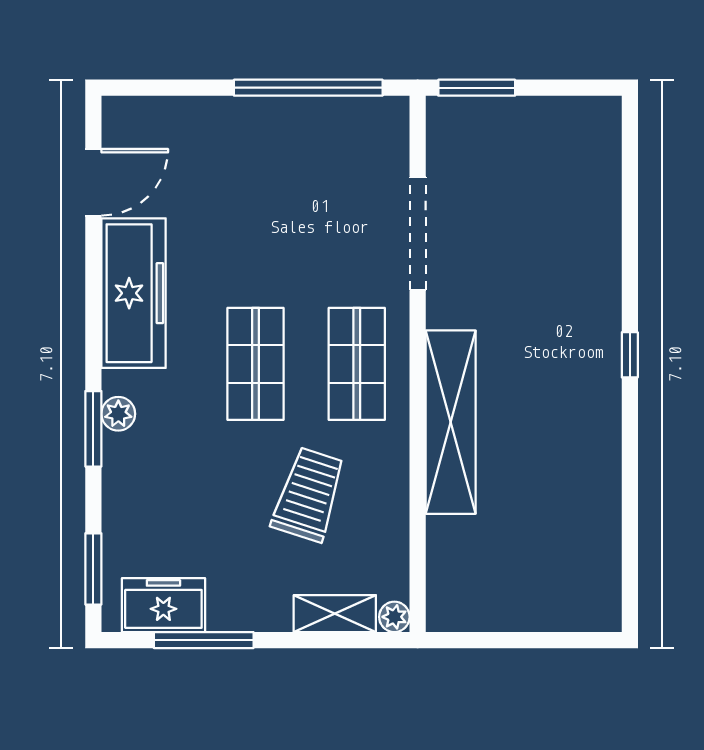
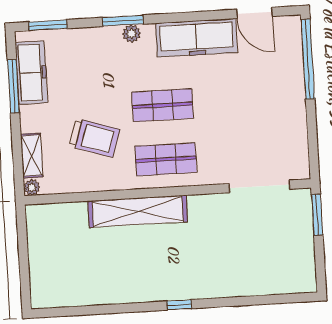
window: (308, 88) -> (308, 59), moved
doorway: (418, 234) -> (259, 186), moved
freezer: (163, 605) -> (31, 73), width x1.40

